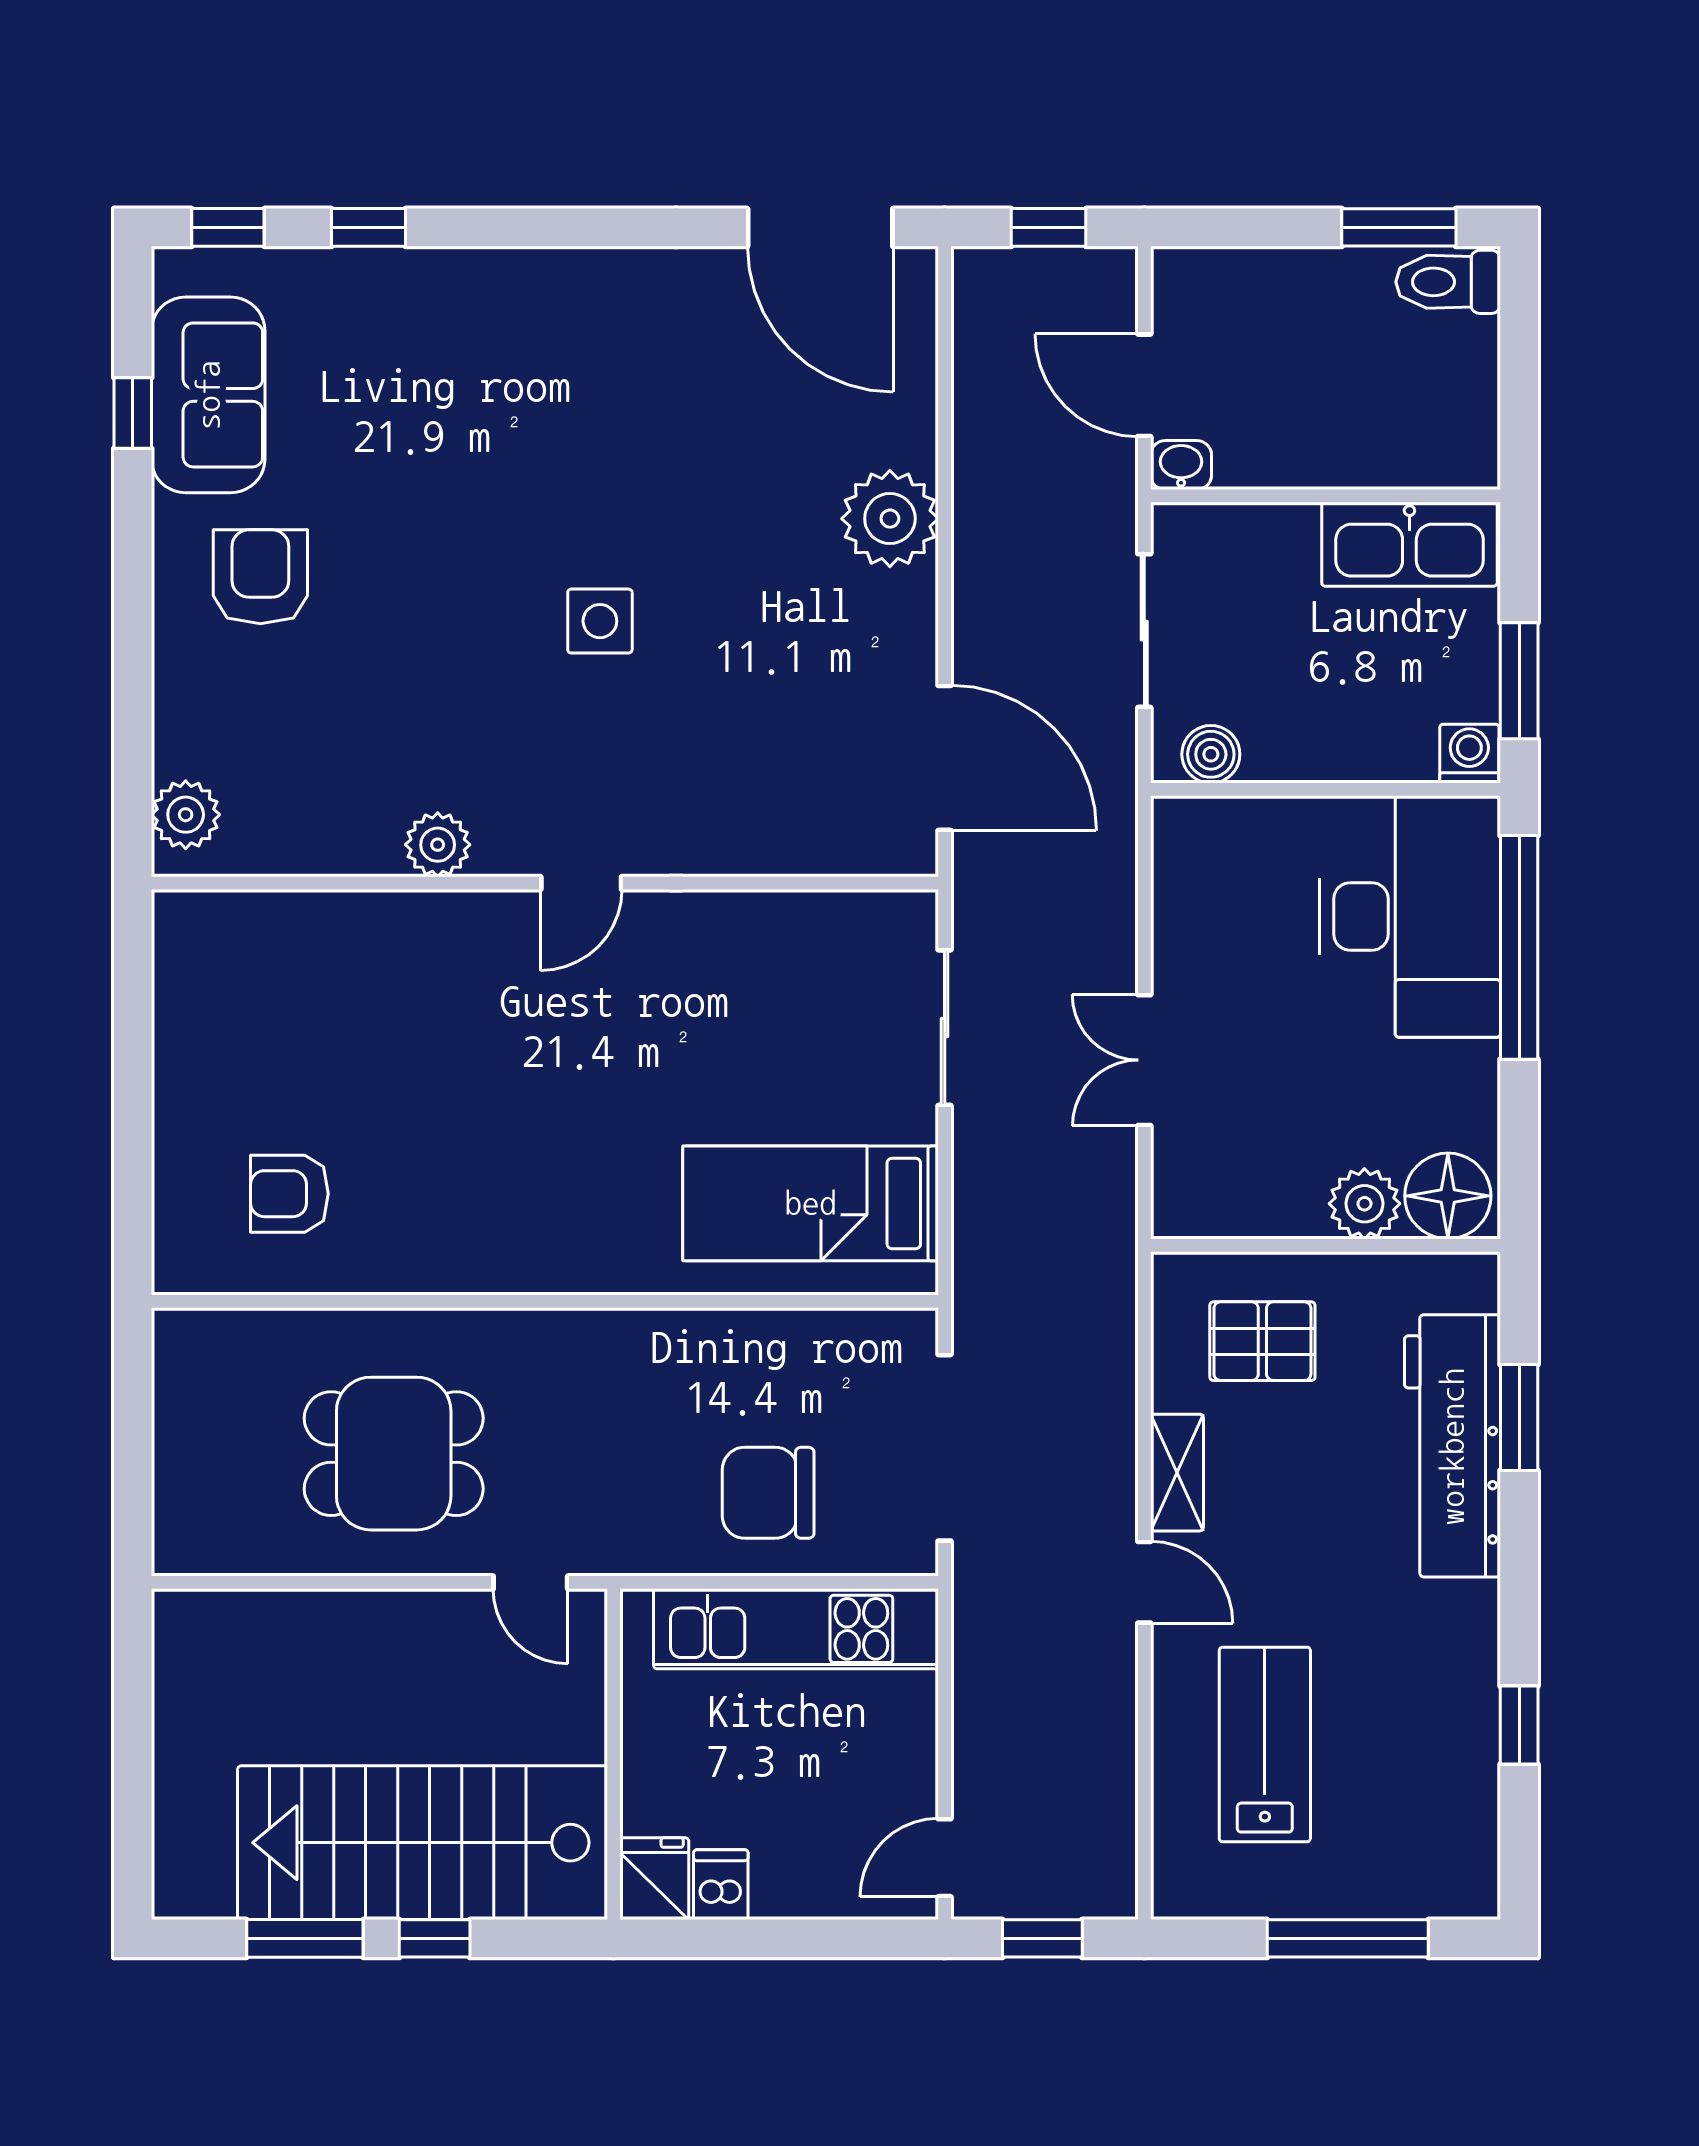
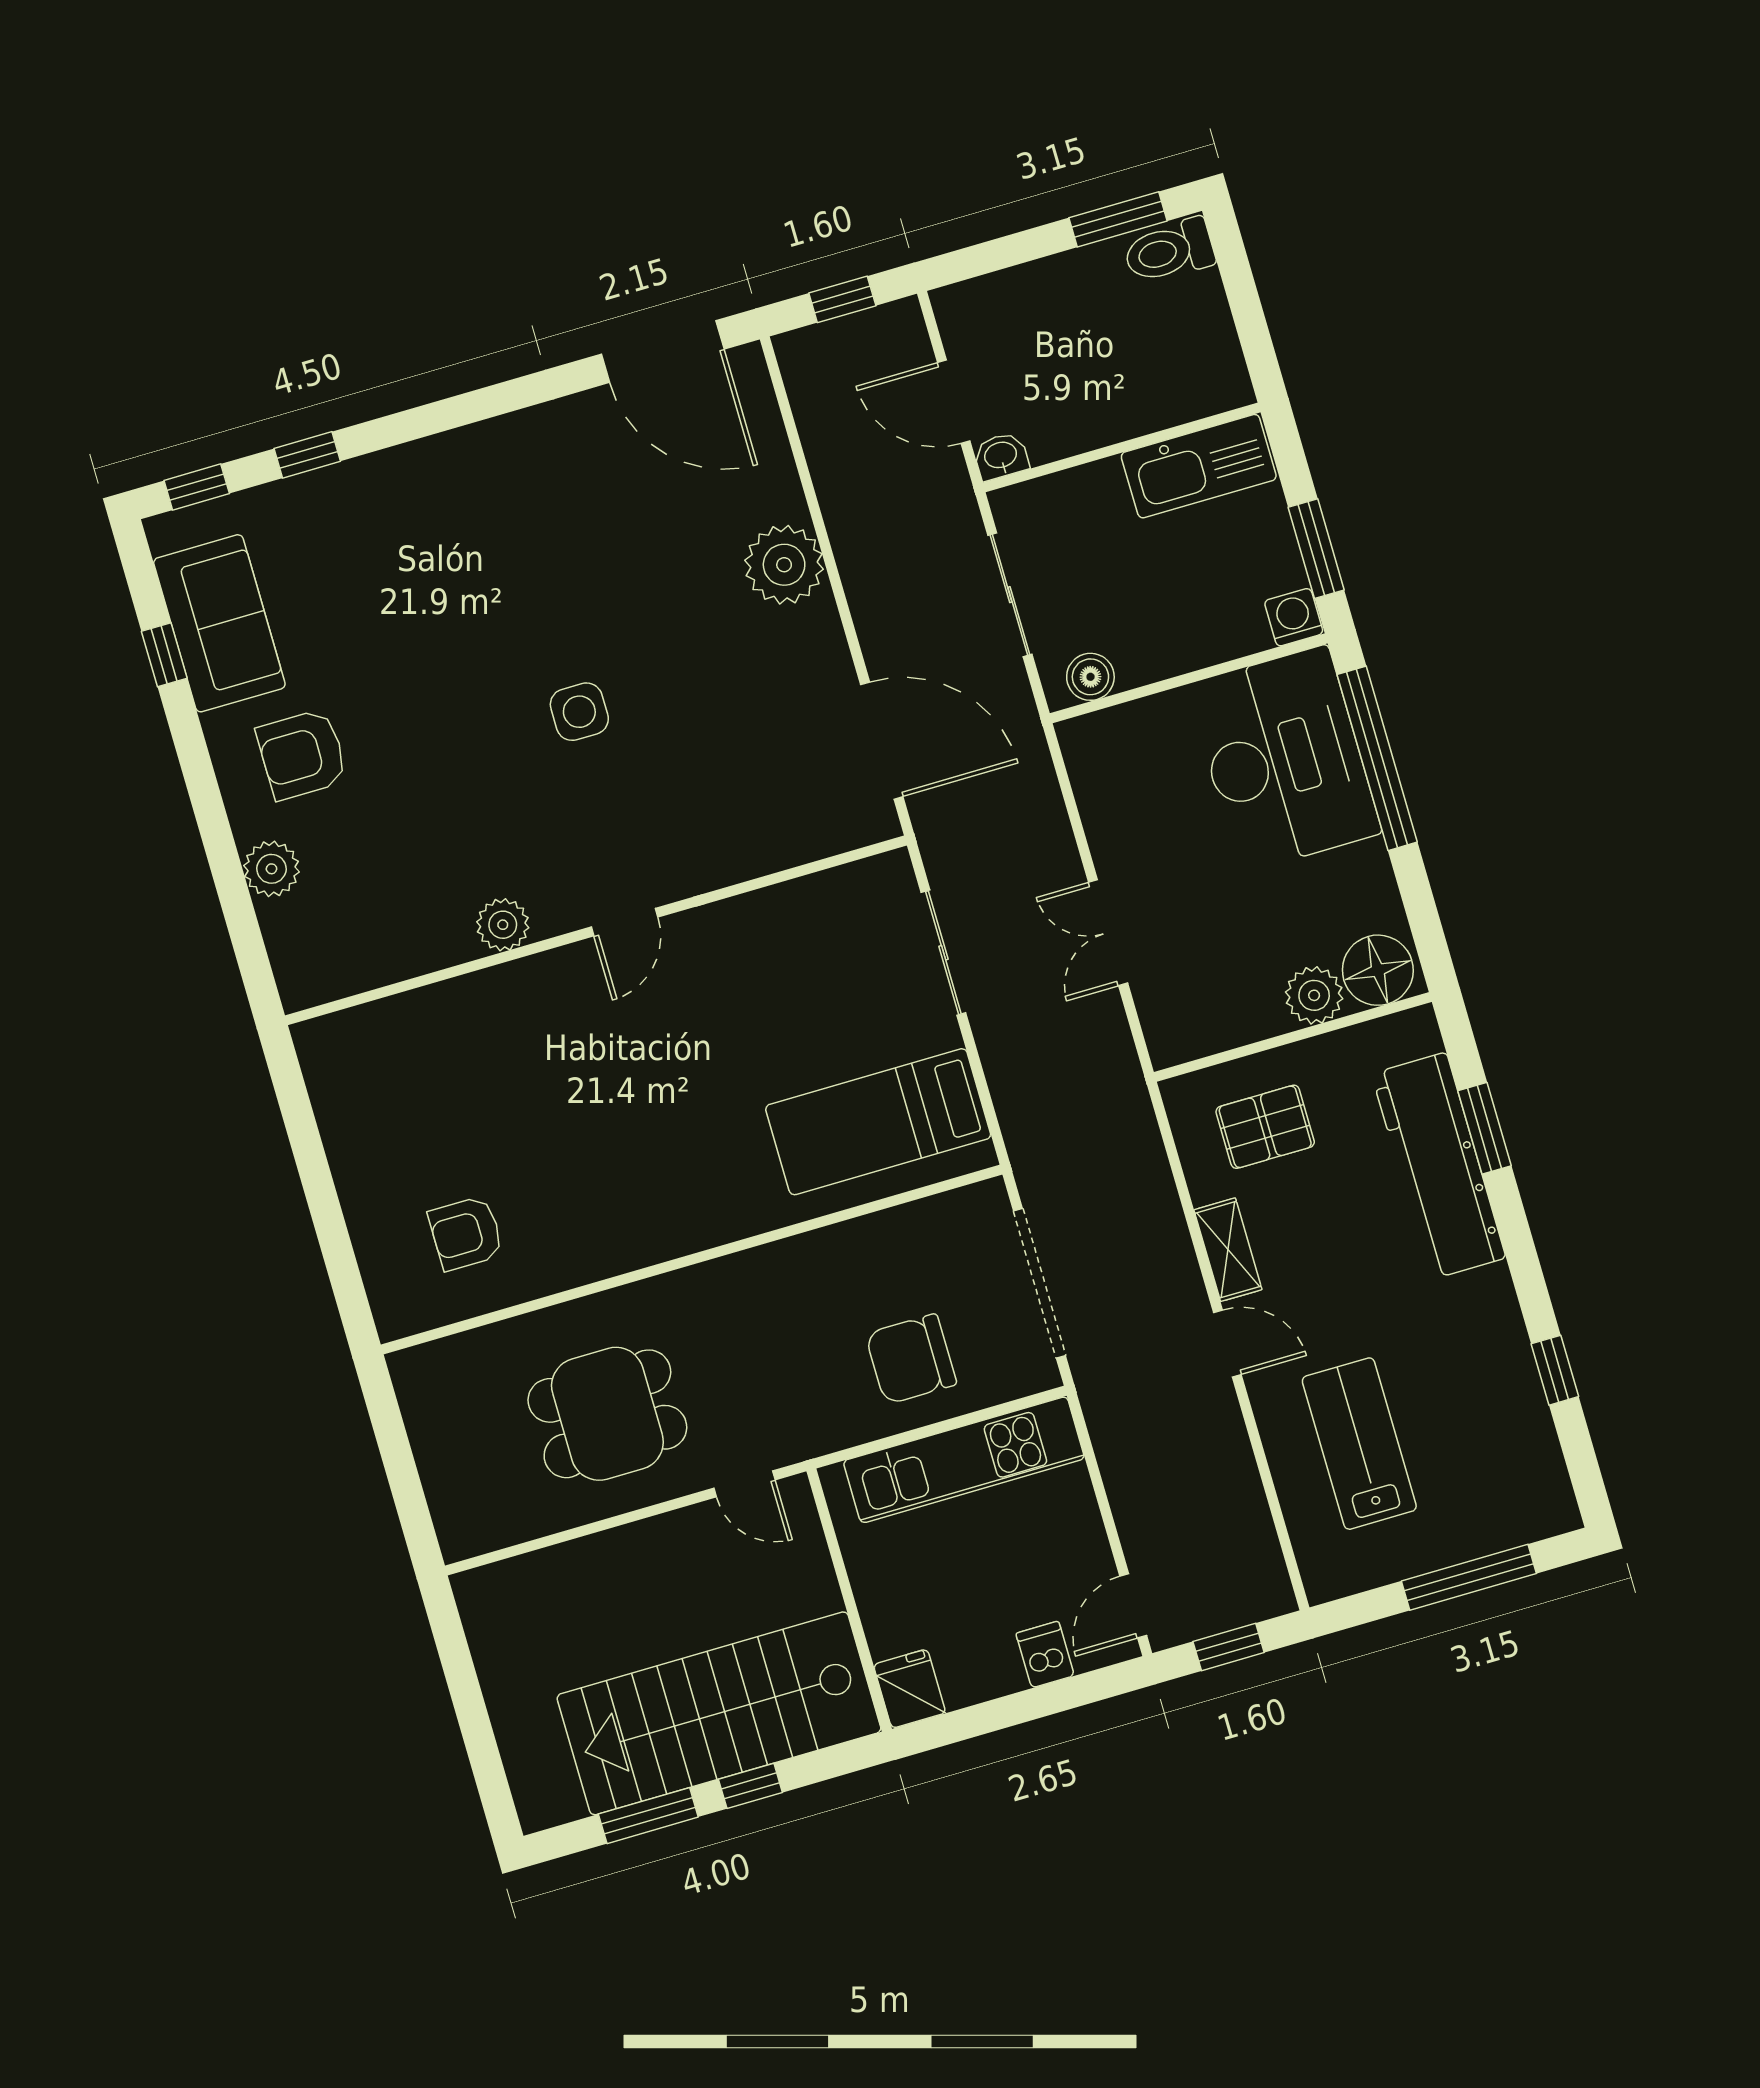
armchair: (260, 577) -> (302, 754), turned -90
plant: (186, 815) -> (271, 869), moved
dishwasher: (721, 1885) -> (1045, 1654), moved

